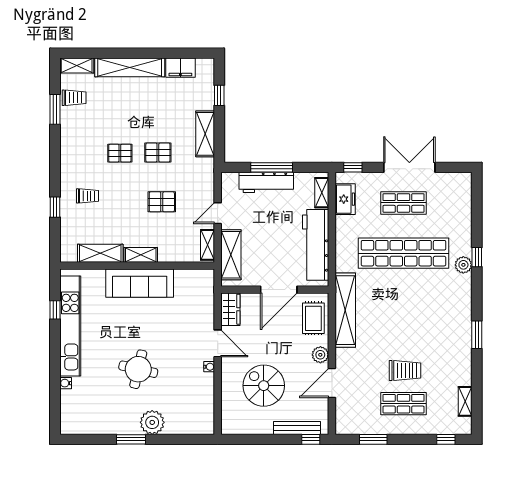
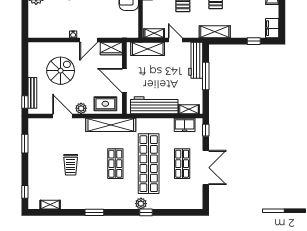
filing cabinet: (180, 68) -> (272, 28), moved
shelving: (205, 134) -> (215, 32), moved
workbench: (266, 182) -> (196, 60), moved
shop shelf: (403, 404) -> (115, 164), moved

